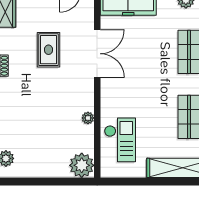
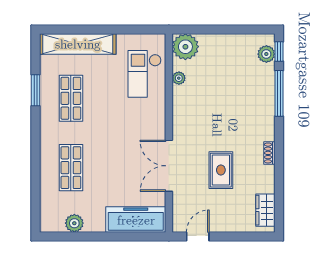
plant: (88, 118) -> (179, 78), moved

